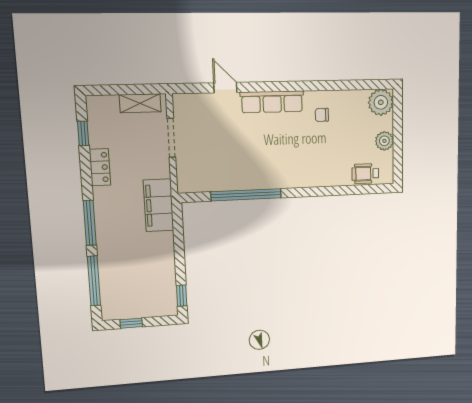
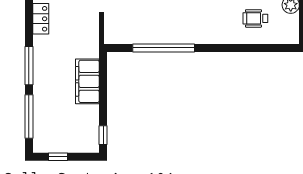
wheelchair: (365, 174) -> (255, 18), moved
filing cabinet: (159, 205) -> (87, 81), moved

